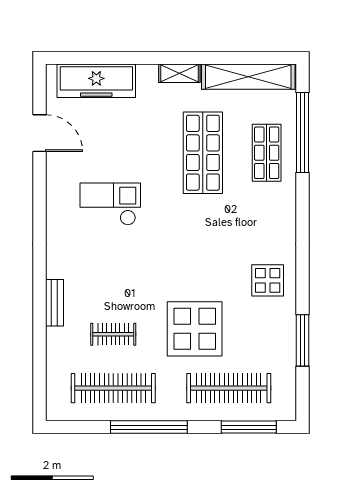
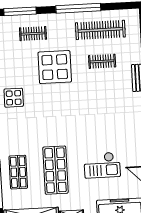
checkout: (110, 204) -> (102, 165), moved
clothes rail: (229, 388) -> (33, 34), width x0.54, depth x0.76

